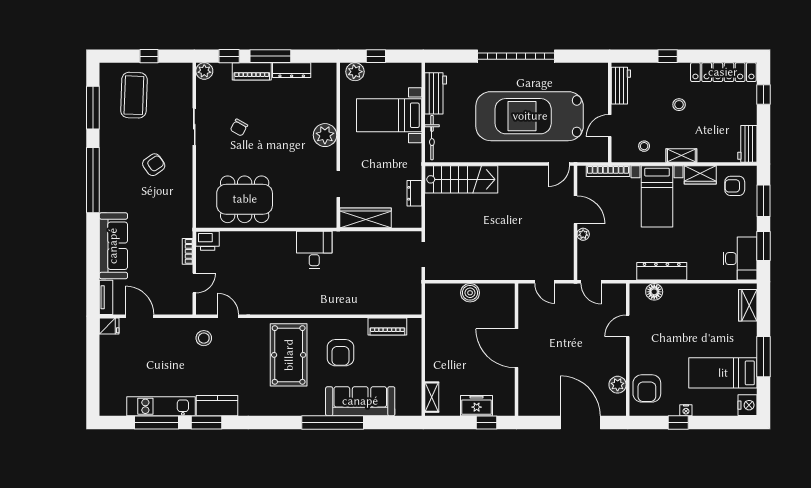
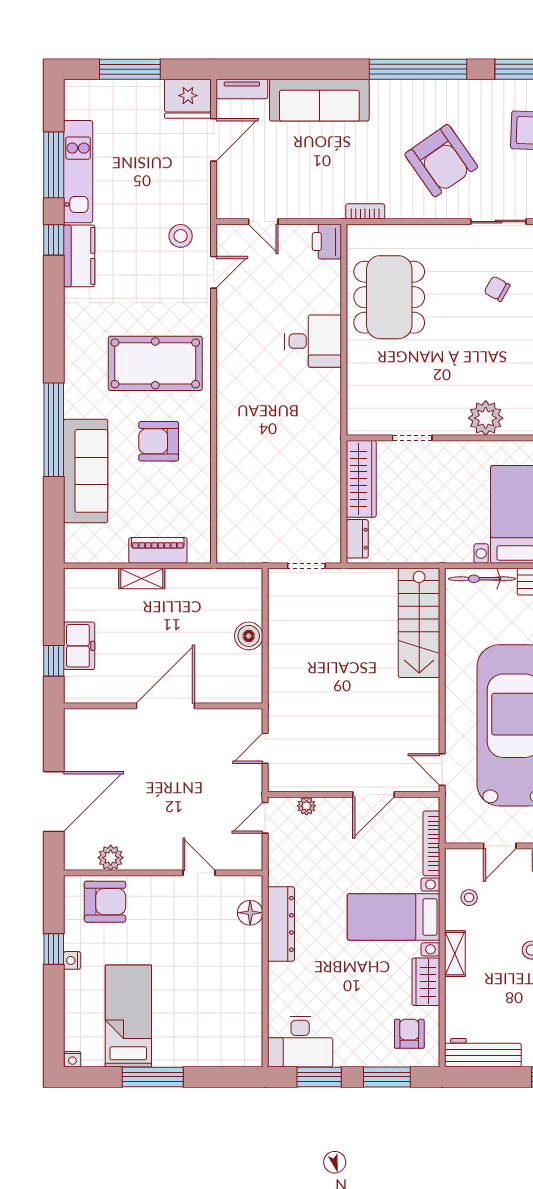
door: (610, 126) -> (500, 846), swing flipped
workbench: (747, 144) -> (483, 1053), width x1.38
armchair: (154, 165) -> (441, 161), width x1.88, depth x1.88
dresser: (414, 193) -> (357, 539), moved, turned 90
plant: (583, 234) -> (306, 806), moved
desk: (314, 250) -> (313, 341), moved
bookcase: (187, 251) -> (365, 211), moved
wardrobe: (748, 305) -> (230, 1053), removed
fridge: (109, 326) -> (188, 99), width x1.88, depth x1.34
piano: (387, 326) -> (158, 550), moved, turned 90
window: (93, 372) -> (130, 69), added
armchair: (647, 388) -> (105, 902), turned 180
shelving: (432, 397) -> (142, 578), moved
nightstand: (748, 405) -> (72, 1059), width x0.53, depth x0.56
window: (206, 422) -> (54, 240), width x0.67

